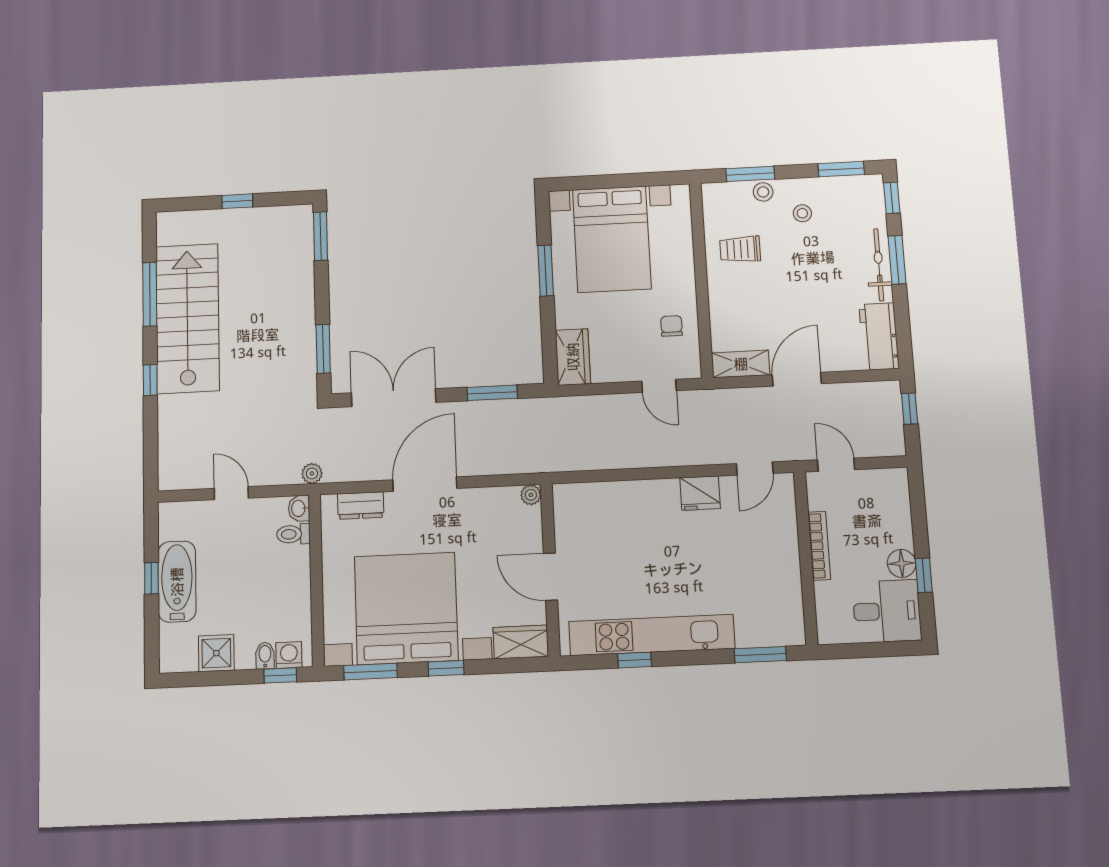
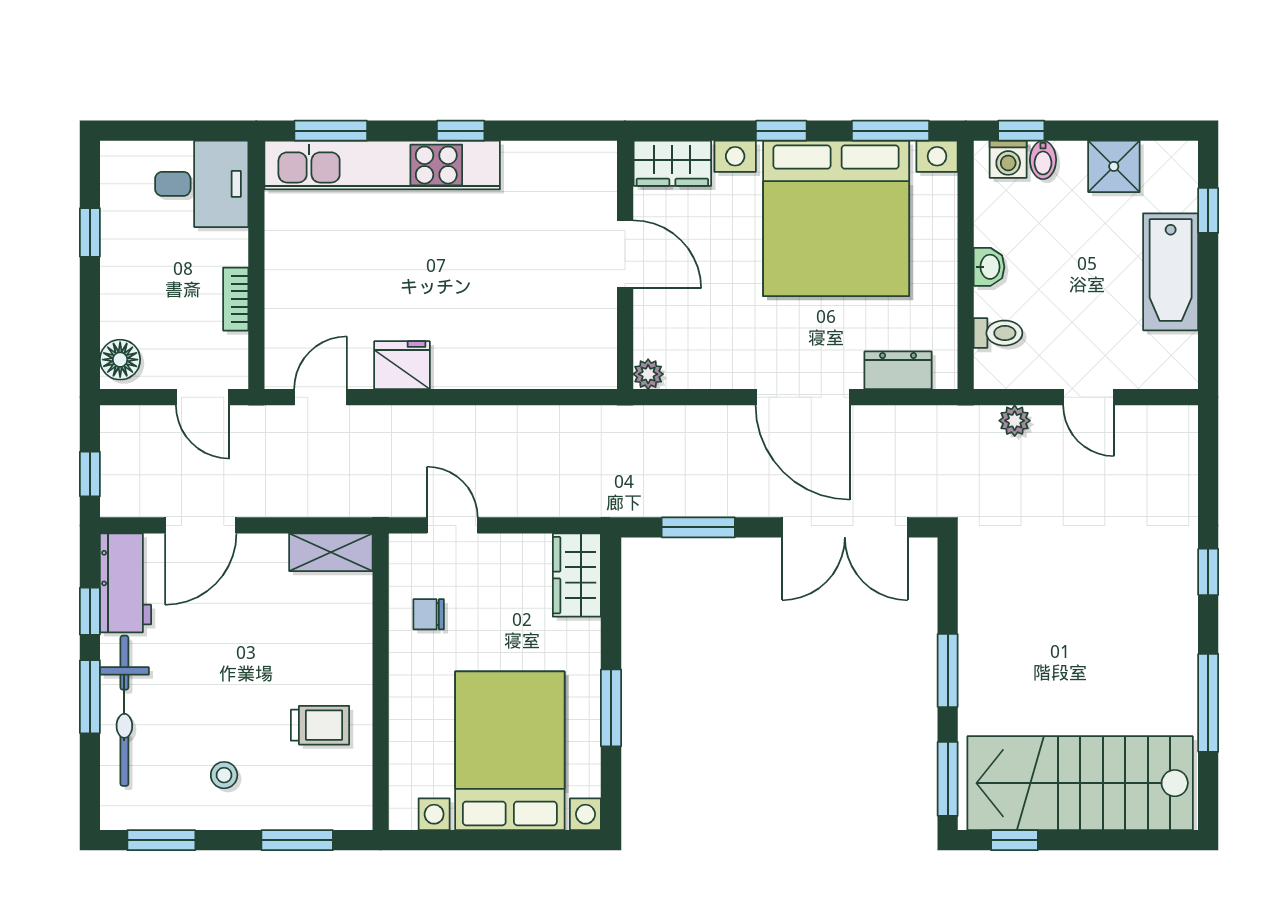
stool: (763, 192) -> (280, 811), removed
window: (892, 198) -> (90, 611), moved
window: (237, 201) -> (1014, 840), moved
bicycle: (879, 265) -> (124, 711), width x1.37, depth x1.40
stairs: (187, 318) -> (1080, 783), moved, turned 90
chair: (672, 326) -> (429, 614), turned 90
window: (323, 349) -> (948, 670), moved
door: (797, 379) -> (201, 525), moved
plant: (312, 473) -> (1015, 421), moved
door: (425, 484) -> (803, 397), hinge flipped
washbasin: (299, 508) -> (989, 267), moved
bookcase: (819, 546) -> (236, 299), width x0.64
floor lamp: (902, 563) -> (120, 360), moved
window: (151, 578) -> (1208, 210), moved
desk: (887, 611) -> (202, 184), moved, turned 180
kitchen unit: (652, 635) -> (382, 165), moved
window: (635, 660) -> (461, 131), moved

